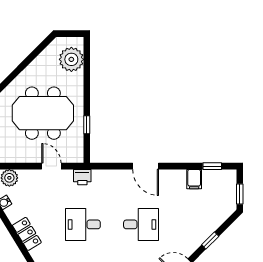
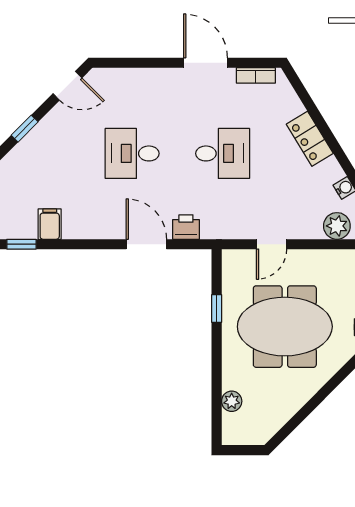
plant: (71, 59) -> (232, 401), width x0.53, depth x0.53
door: (51, 166) -> (272, 244), hinge flipped
door: (146, 166) -> (146, 244), moved
printer: (82, 177) -> (186, 227), moved

